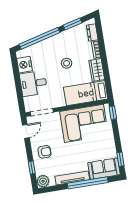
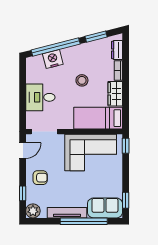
nightstand: (24, 65) -> (53, 59), moved, turned 76

